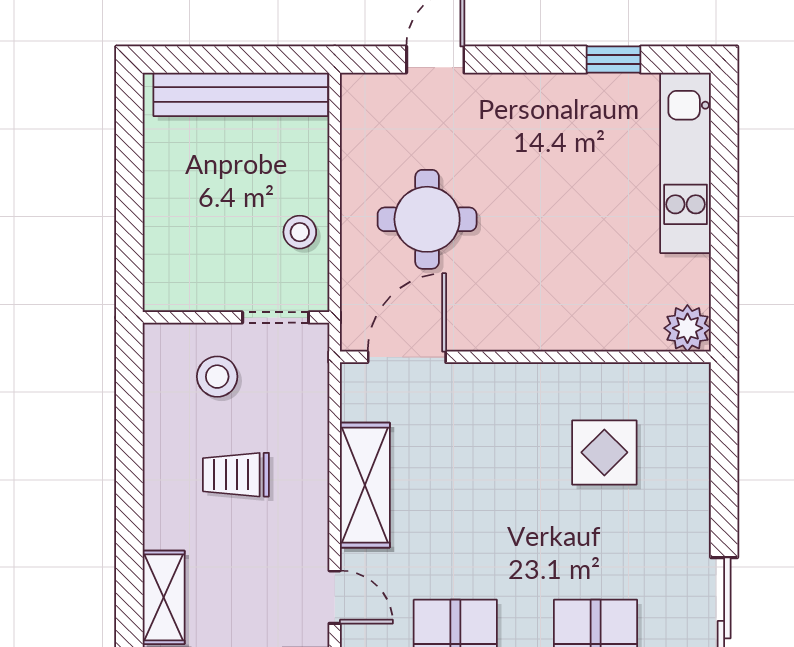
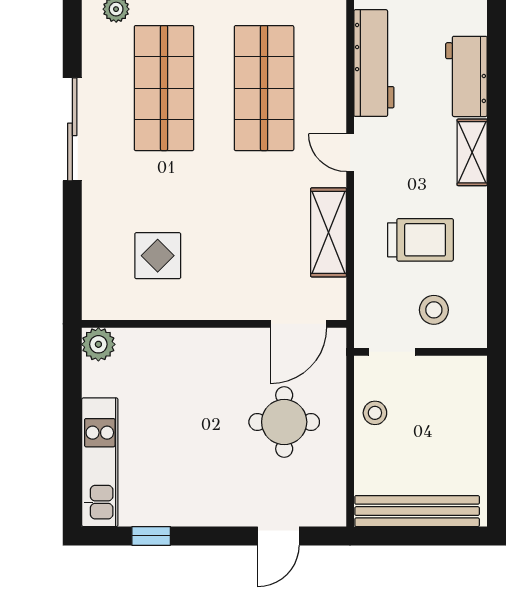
trolley: (236, 475) -> (420, 240), width x1.36, depth x1.39

